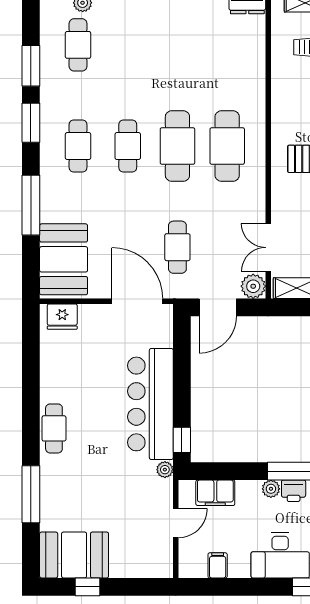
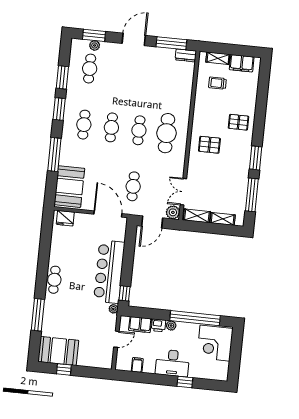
cafe table: (177, 146) -> (139, 130), width x0.73, depth x0.74
printer: (294, 491) -> (158, 325), moved

